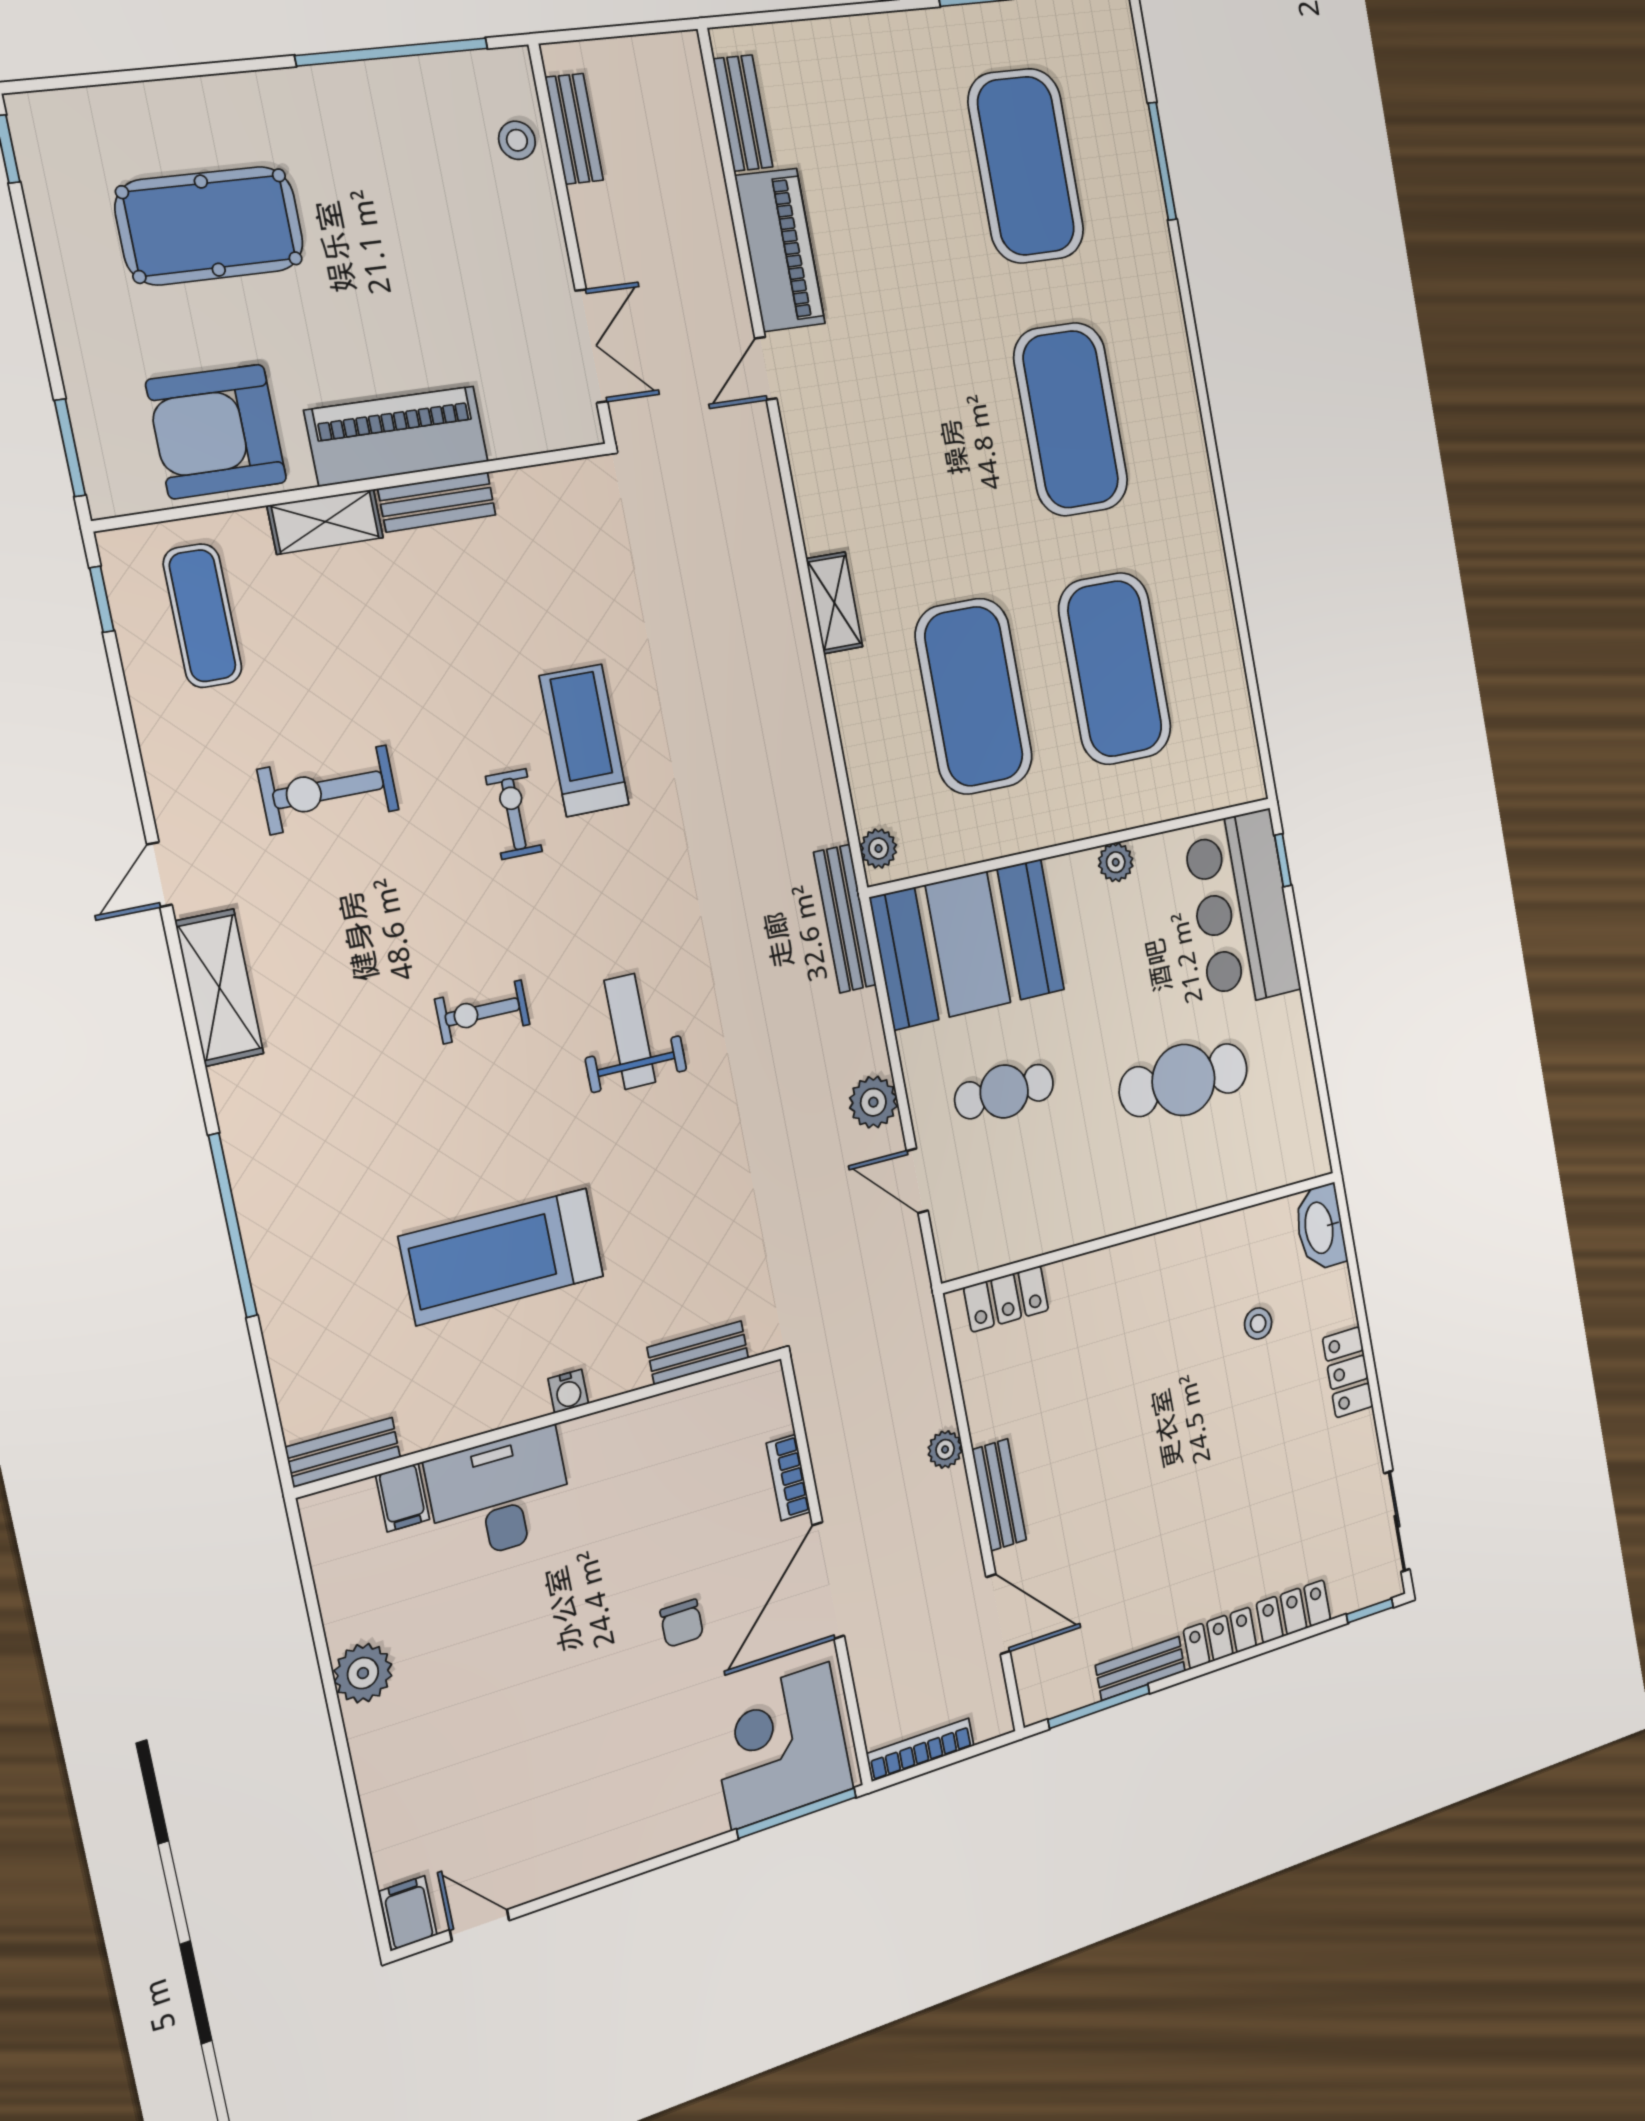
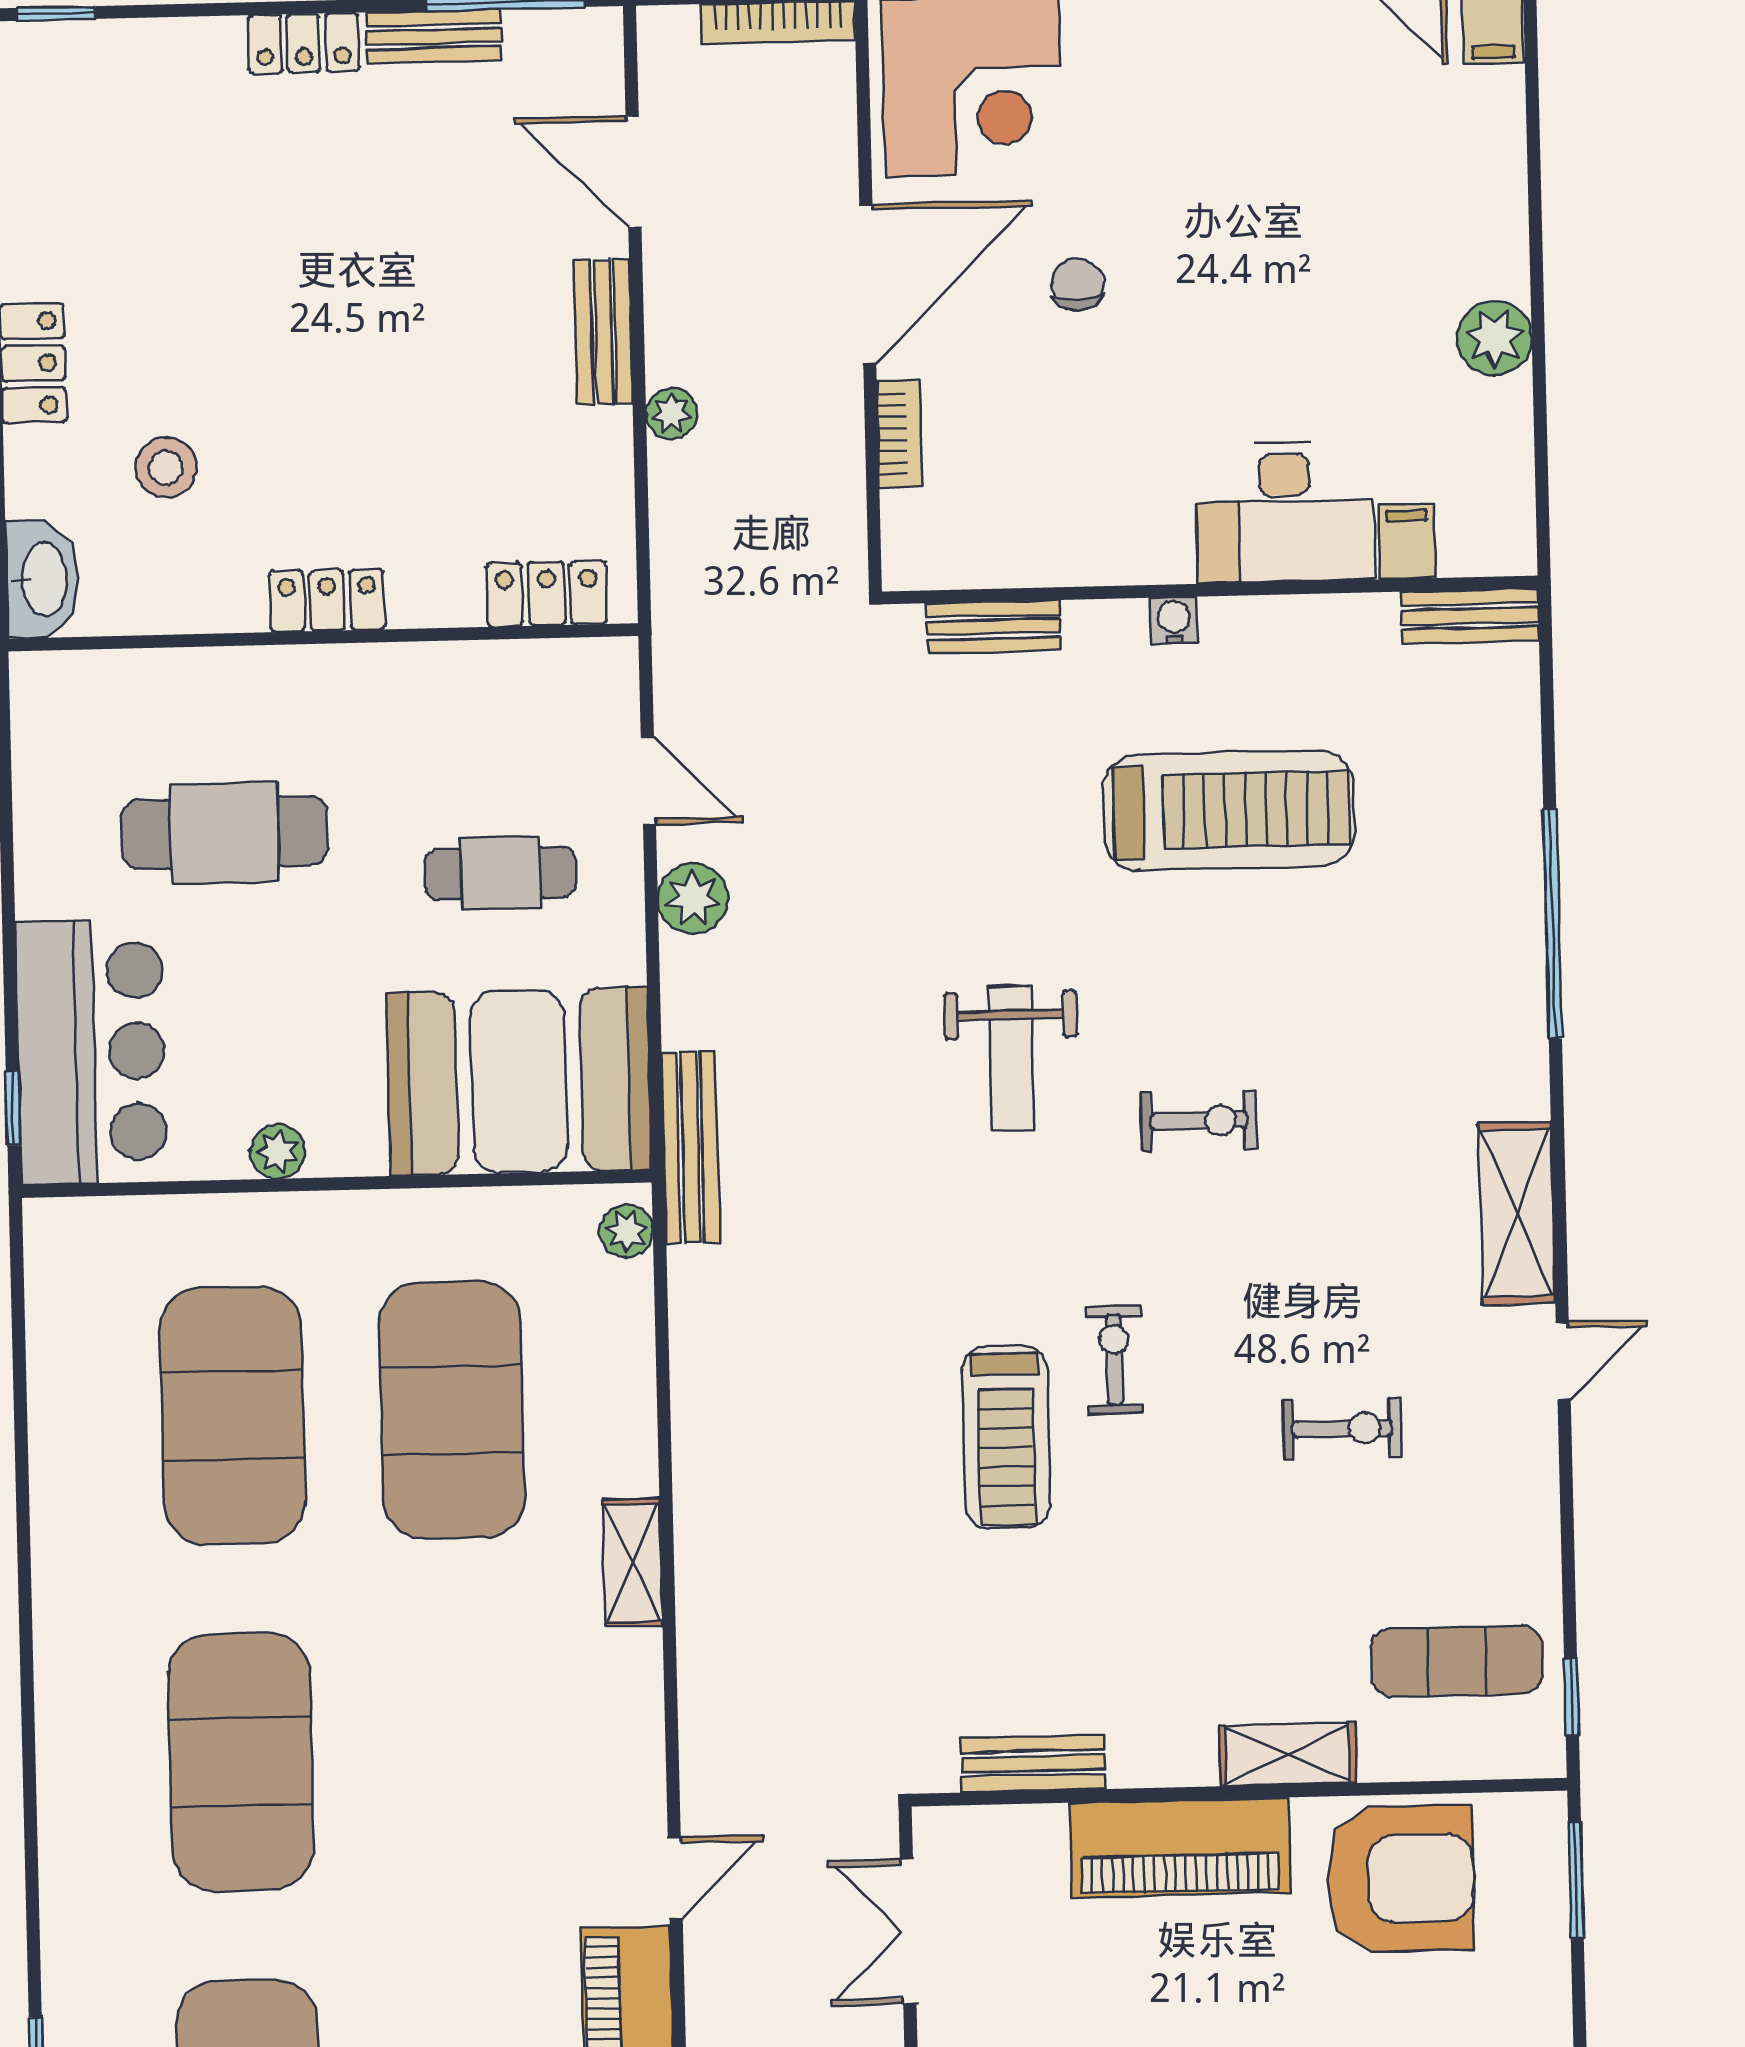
bench: (437, 502) -> (1033, 1763), moved
exercise mat: (202, 616) -> (1457, 1661), turned 90
exercise bike: (328, 790) -> (1342, 1428), width x0.73, depth x0.72
exercise bike: (514, 814) -> (1114, 1360), turned 180
stool: (1258, 1323) -> (166, 467), width x1.37, depth x1.37
locker: (1294, 1611) -> (327, 600), moved, turned 180

